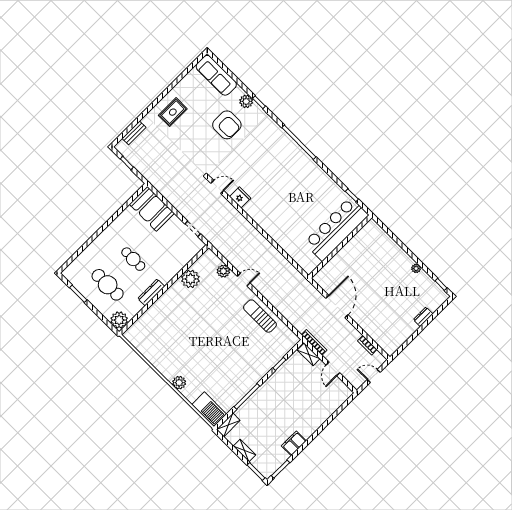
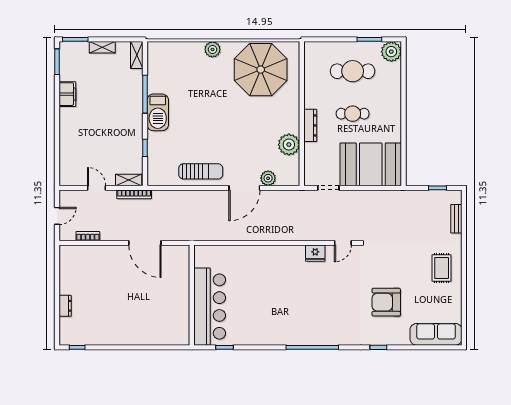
plant: (246, 101) -> (390, 337), removed
booth: (152, 209) -> (371, 164), width x1.36, depth x1.42
plant: (416, 268) -> (111, 340), removed
door: (244, 280) -> (244, 188), width x1.88
dresser: (151, 292) -> (310, 125), moved
plant: (119, 320) -> (391, 52), moved
parasol: (162, 341) -> (261, 70), added
barbecue: (209, 409) -> (158, 112), moved, turned -90

